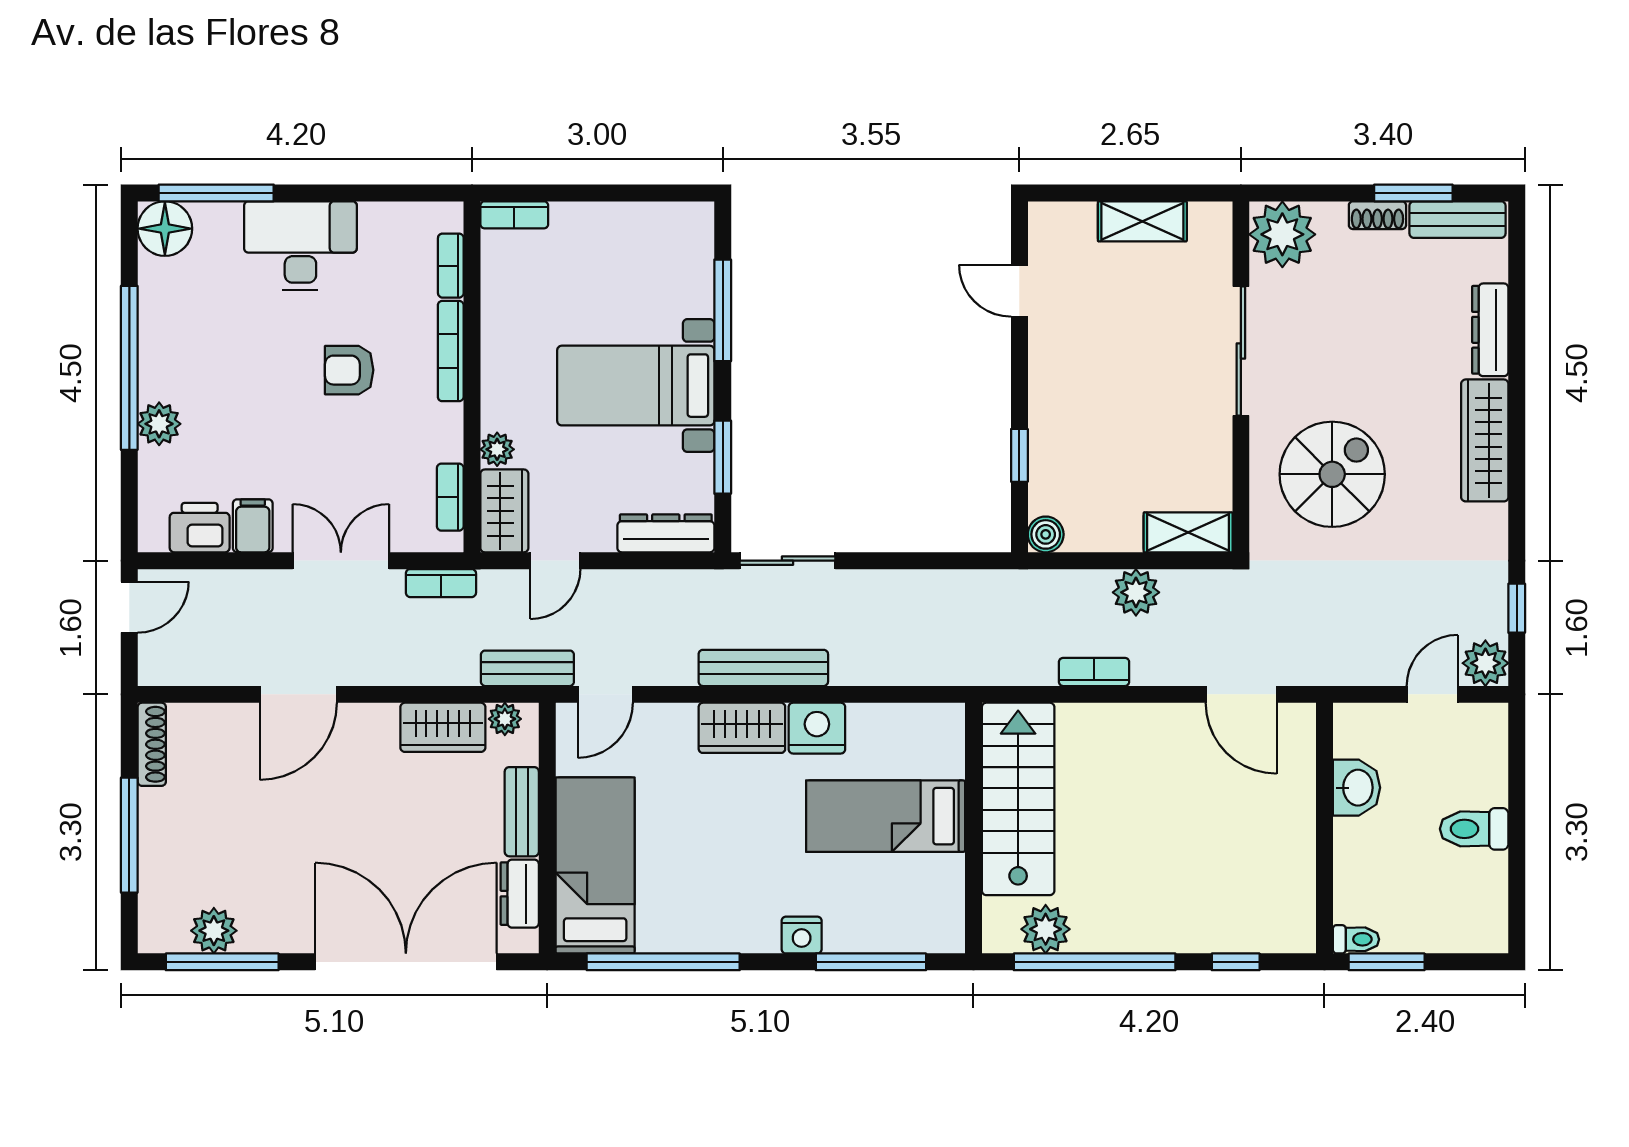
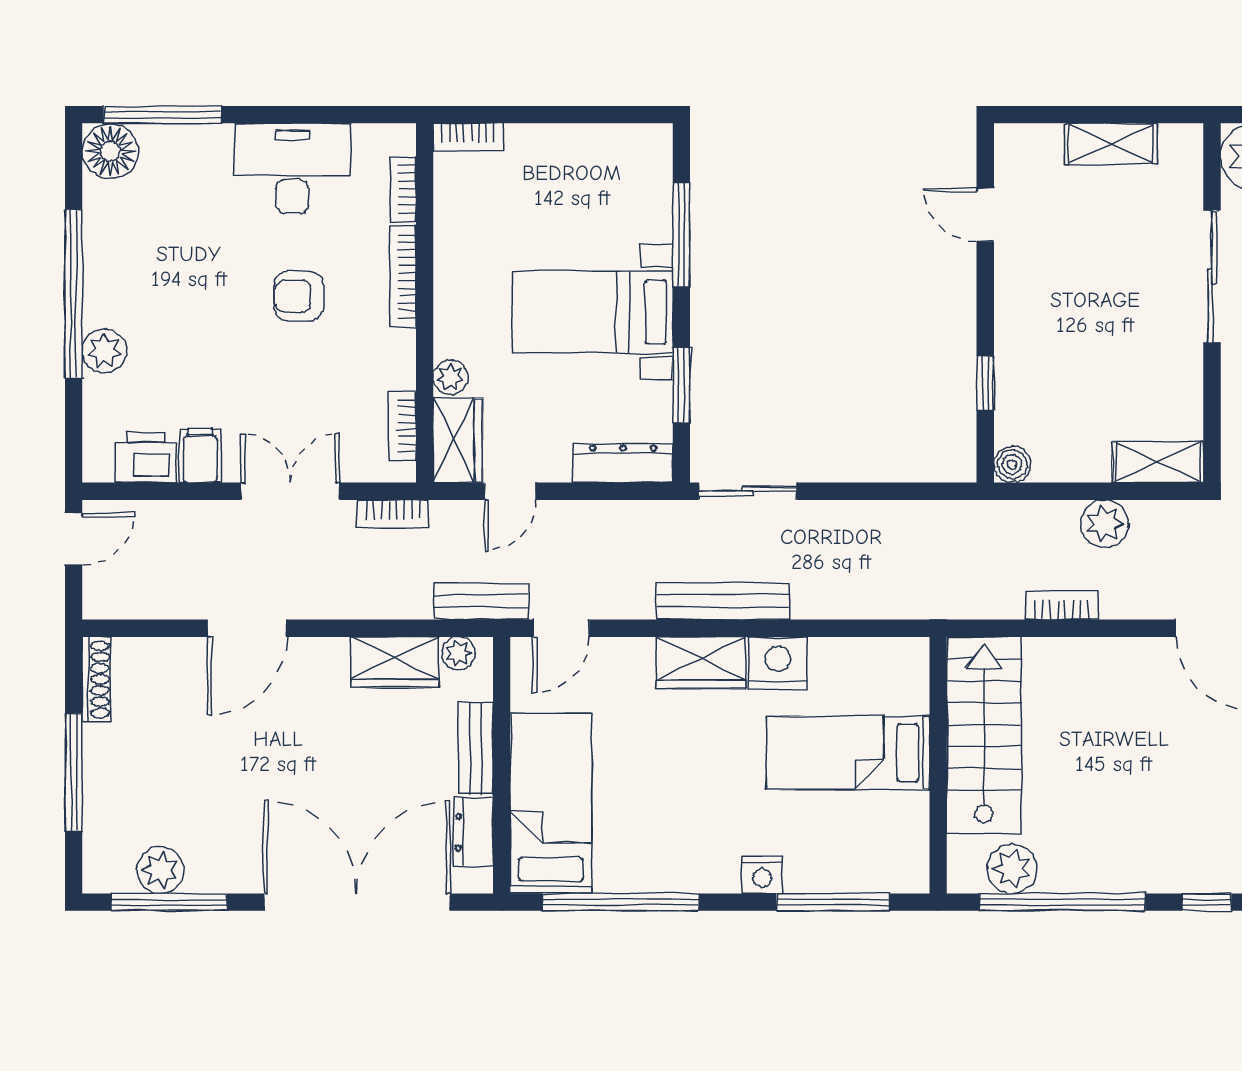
desk: (300, 246) -> (292, 169), moved

